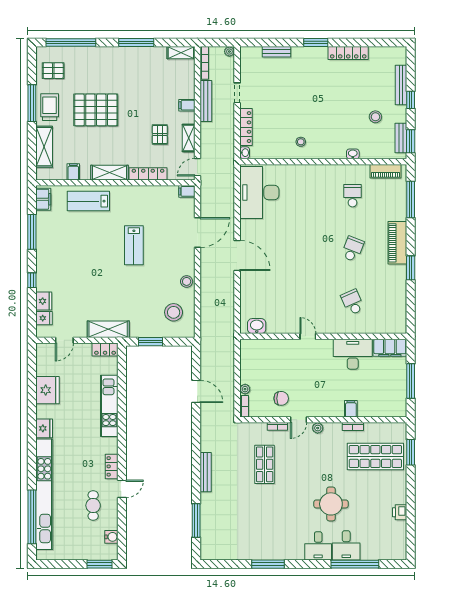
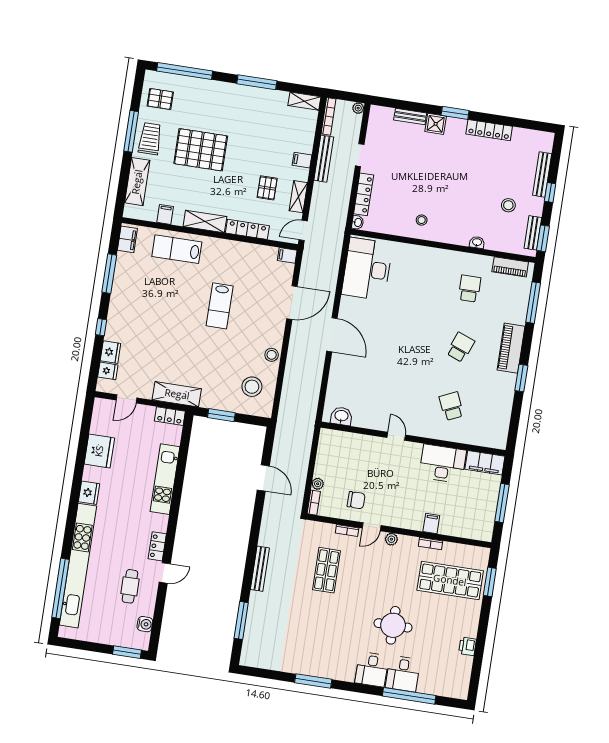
shower: (300, 55) -> (436, 124), added

